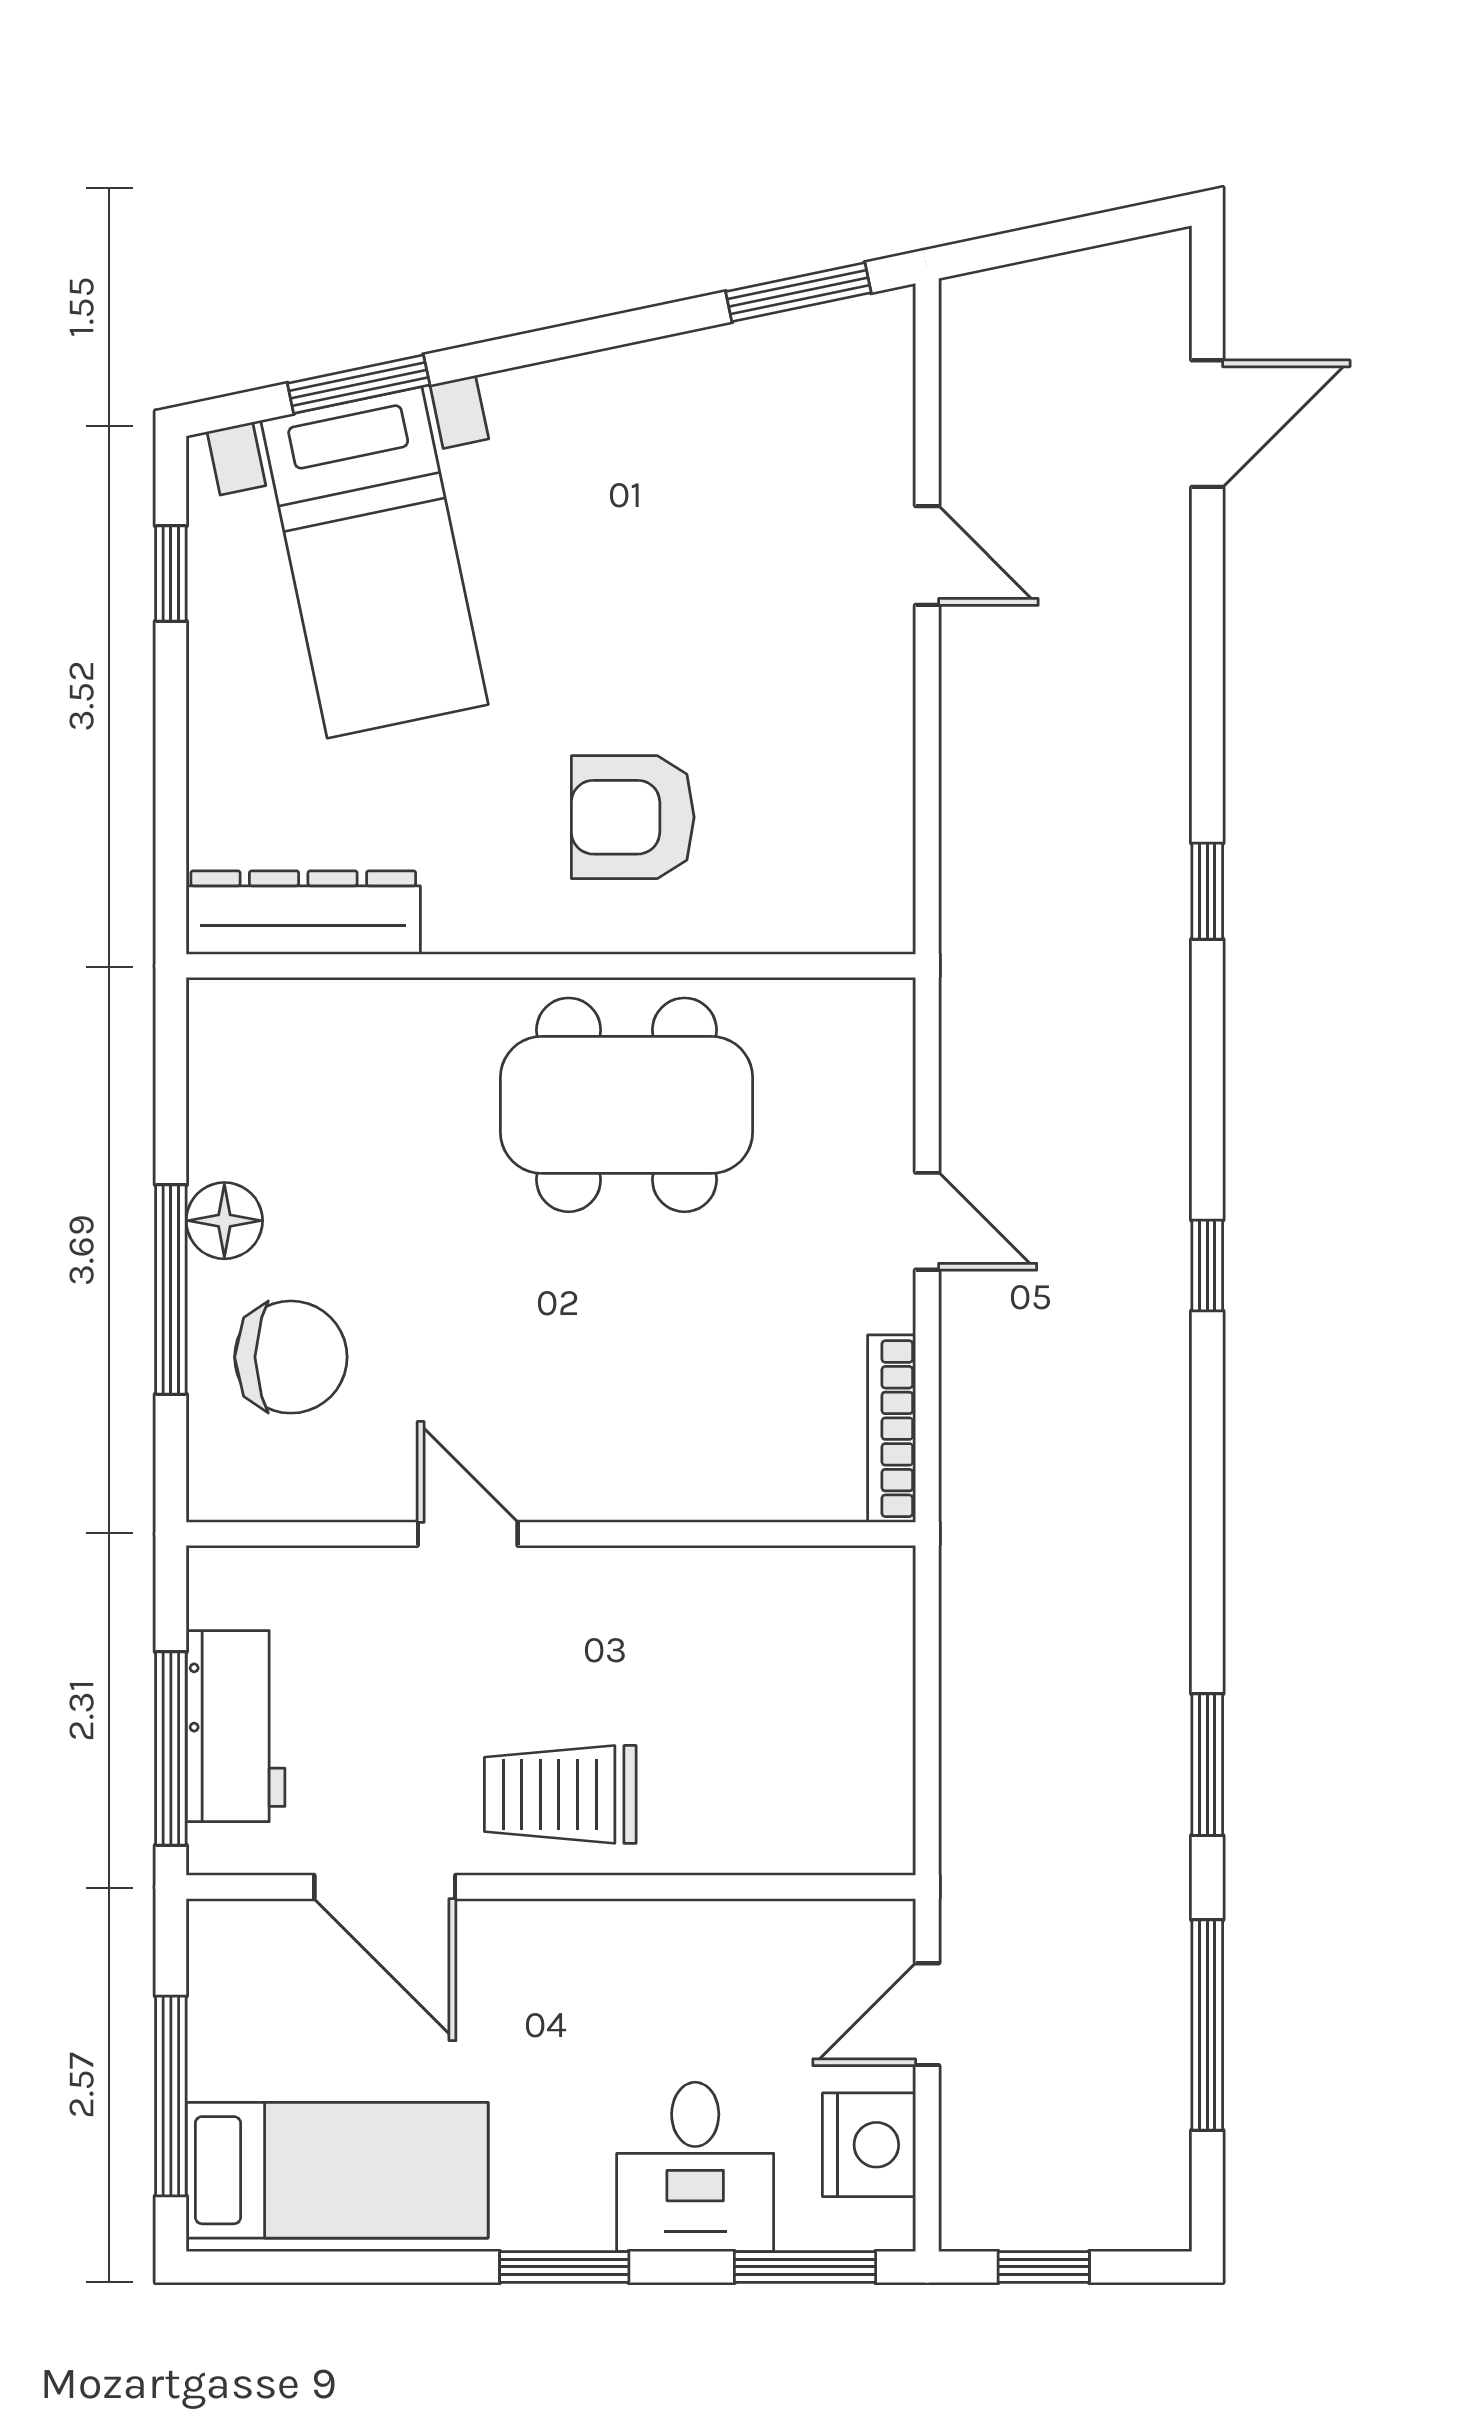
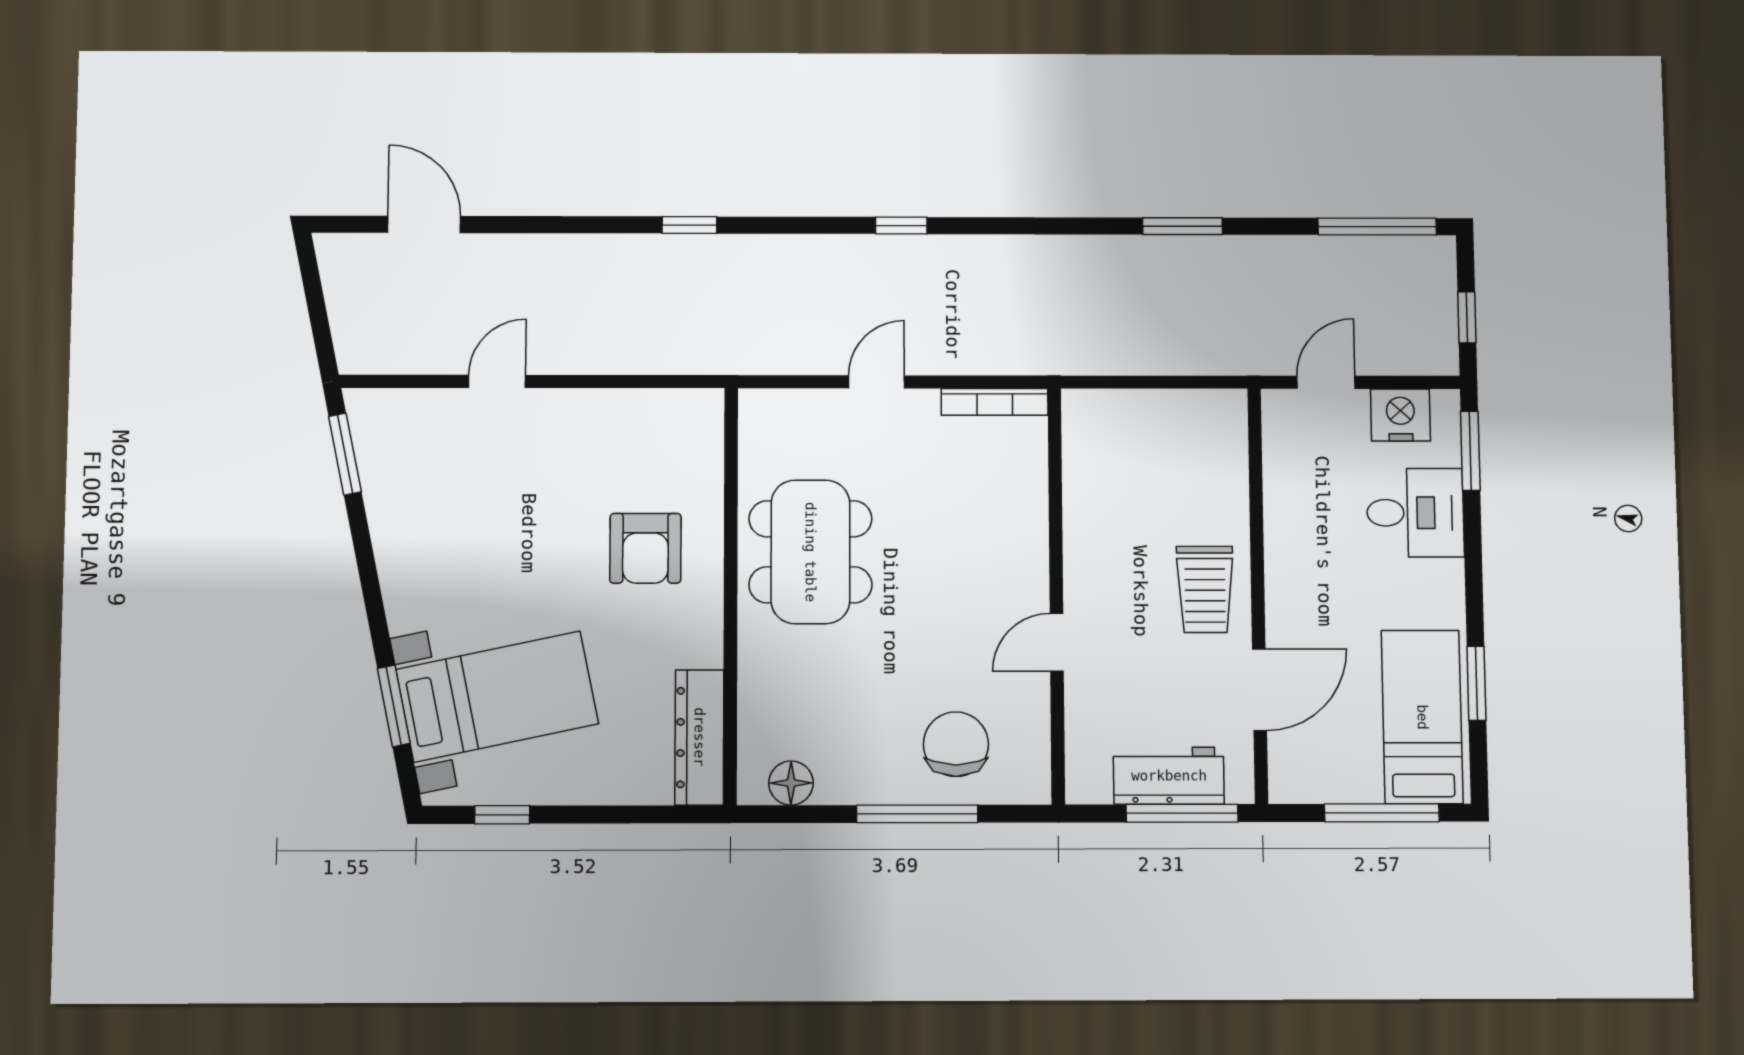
floor lamp: (224, 1221) -> (791, 783), moved
door: (927, 2014) -> (1326, 382), swing flipped
window: (1207, 2025) -> (1377, 227), moved
window: (564, 2267) -> (1476, 683), moved

